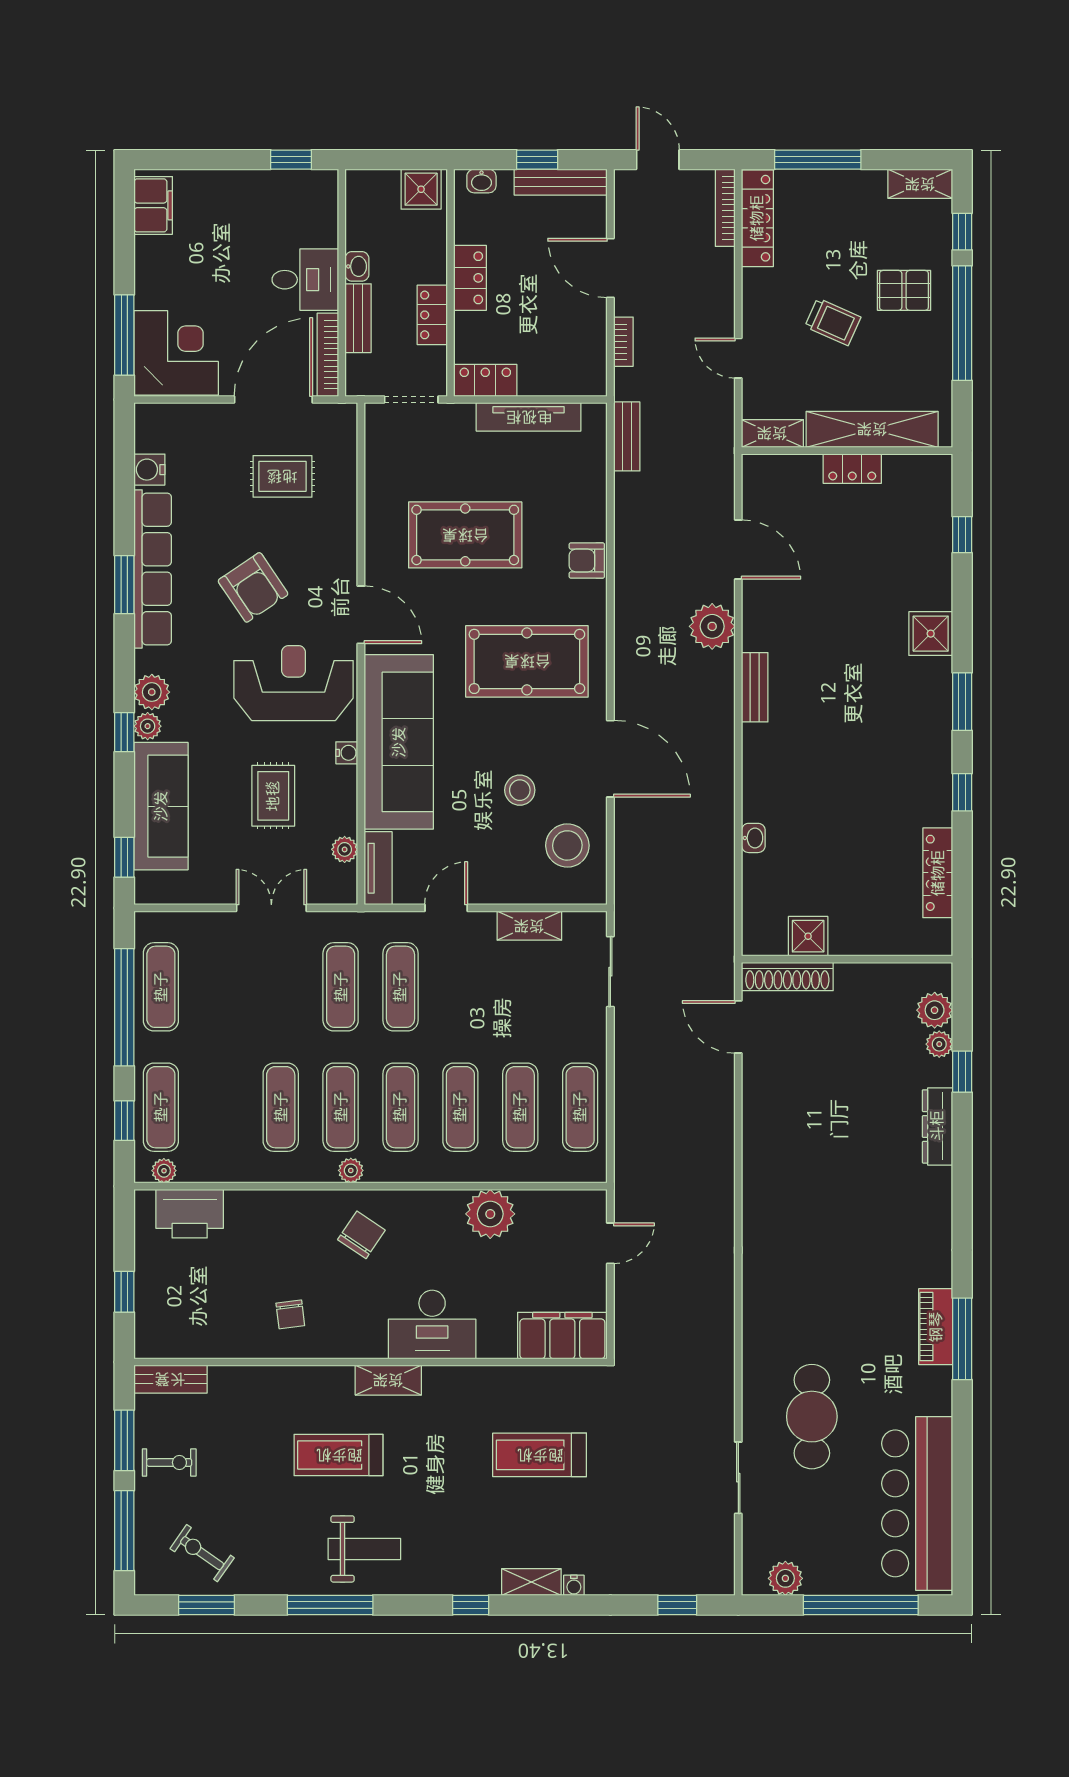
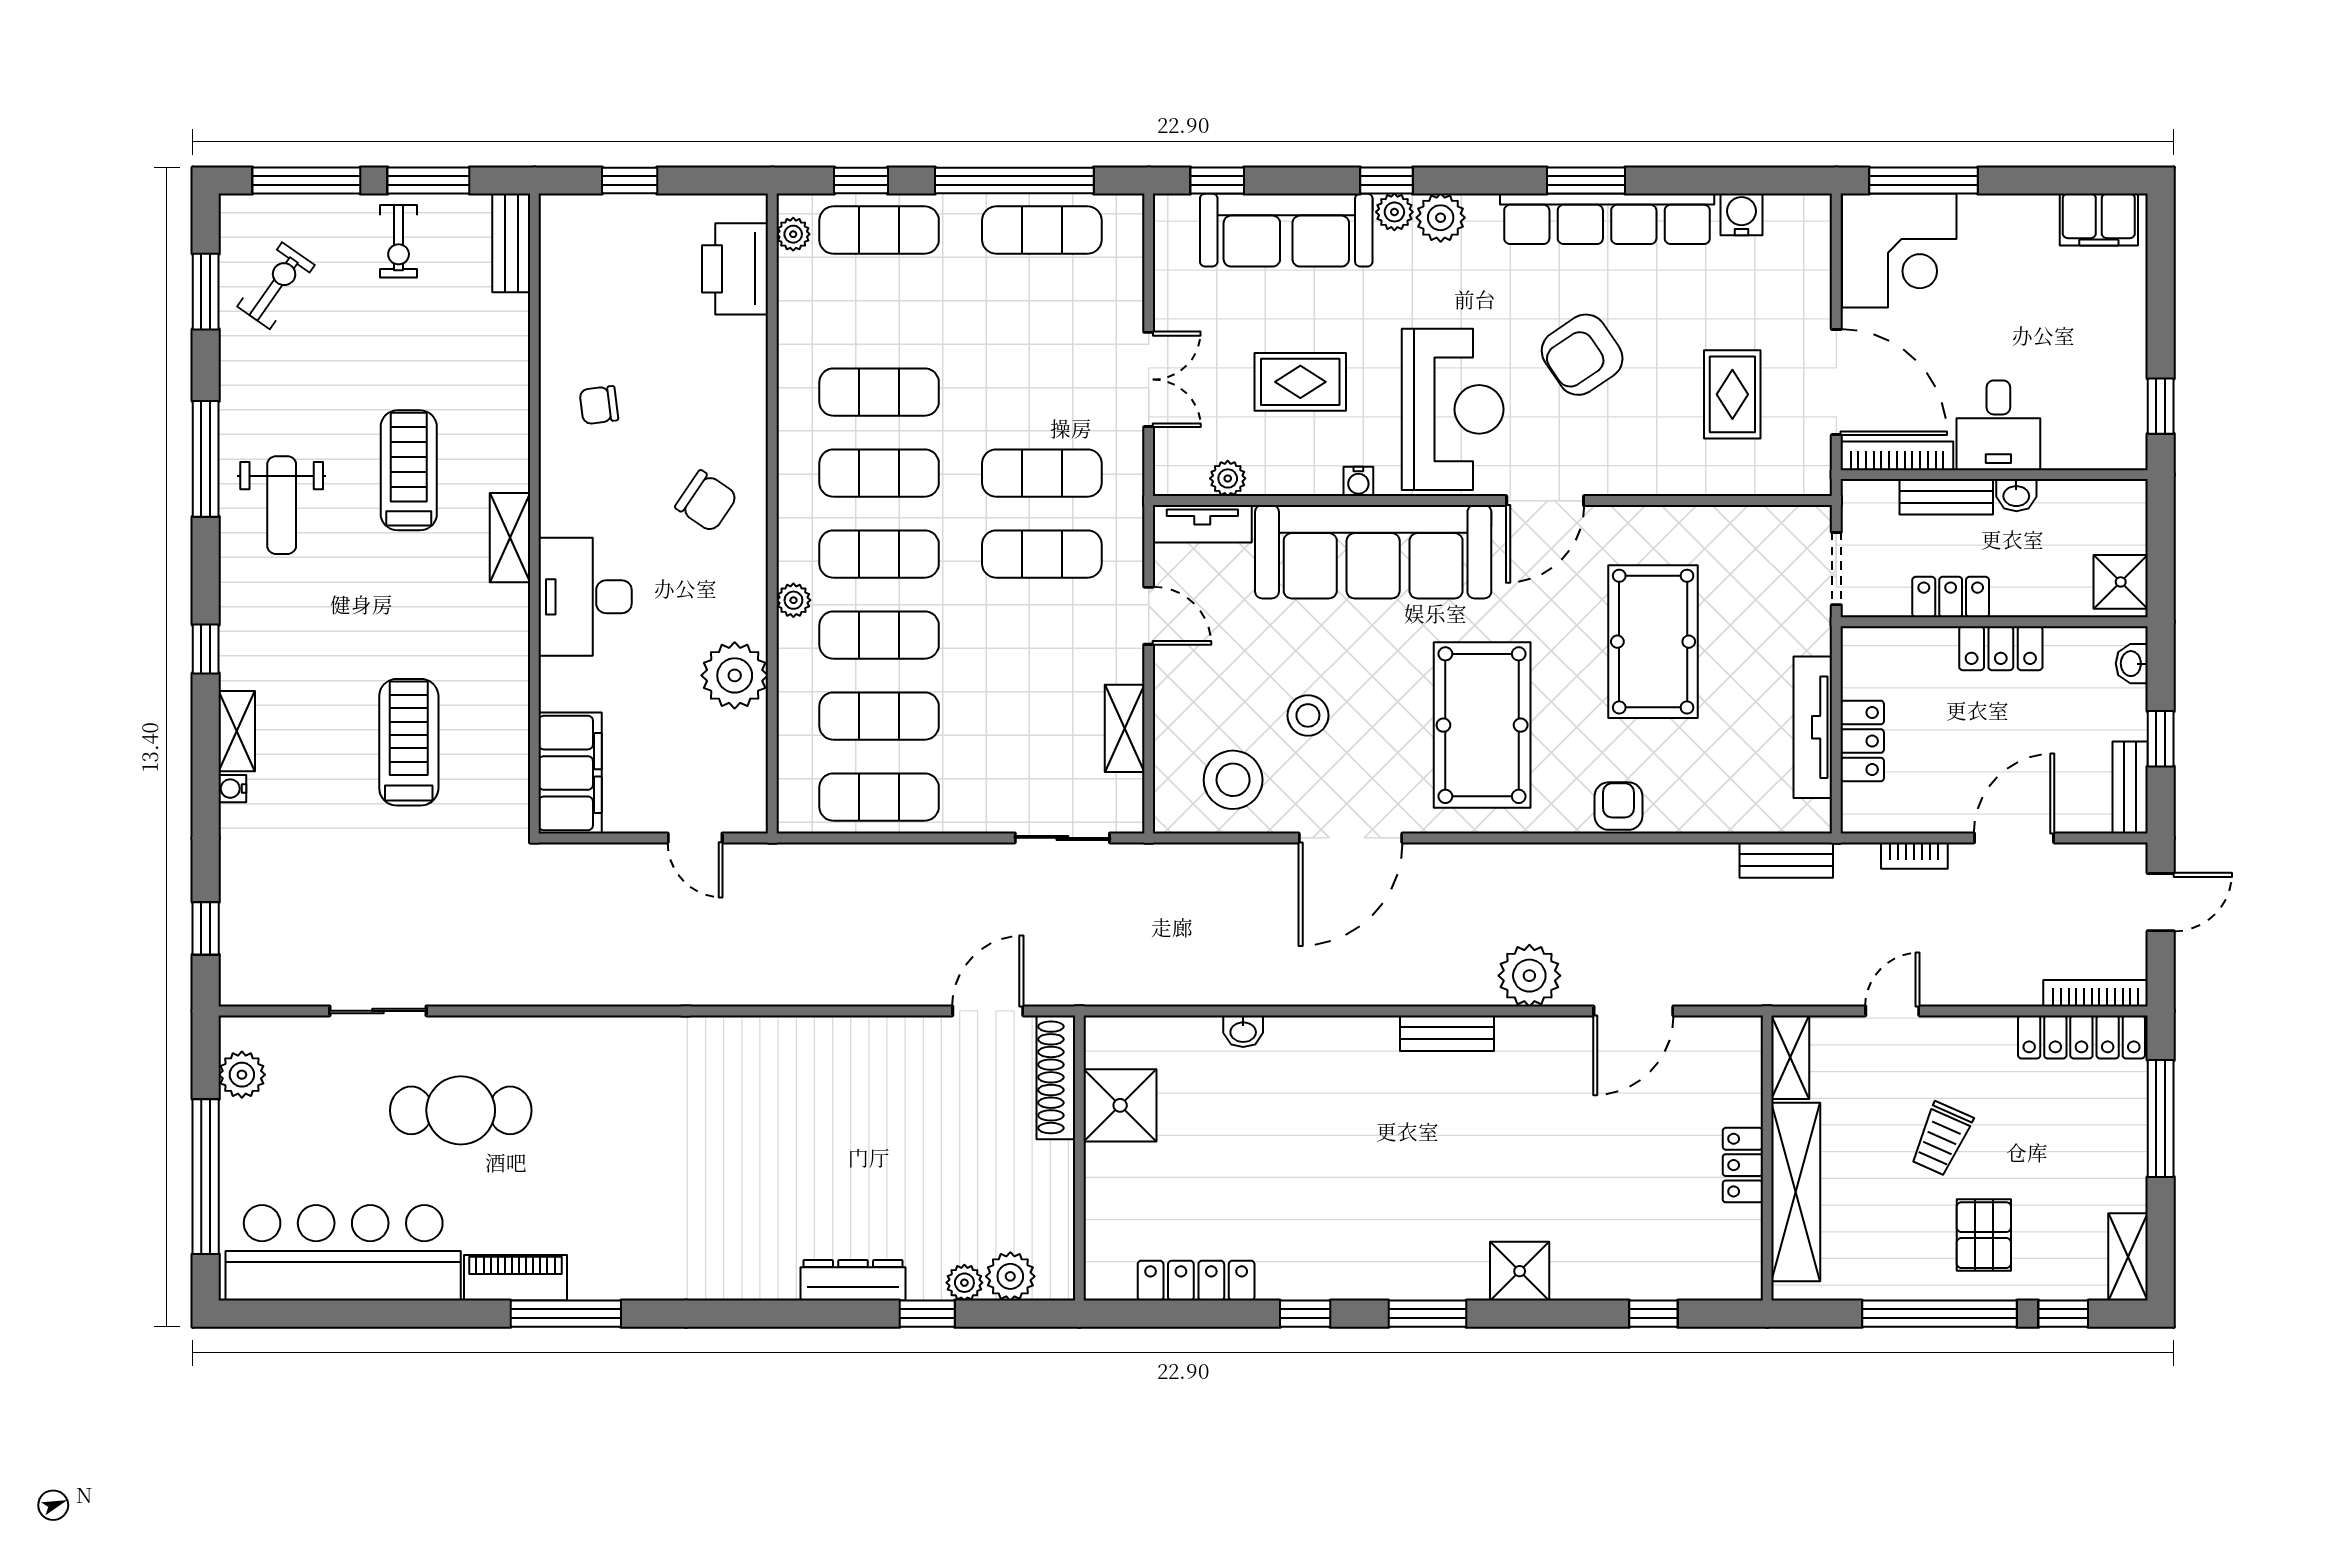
bench: (561, 182) -> (2130, 788), width x0.73
locker: (485, 380) -> (1862, 741), moved
shower: (808, 936) -> (1120, 1105), width x1.36, depth x1.36
plant: (351, 1170) -> (793, 600), moved
piano: (936, 1327) -> (515, 1278), moved

